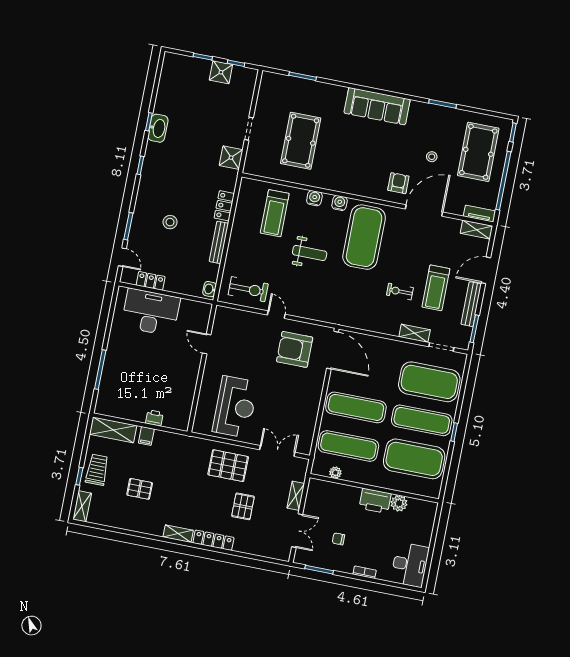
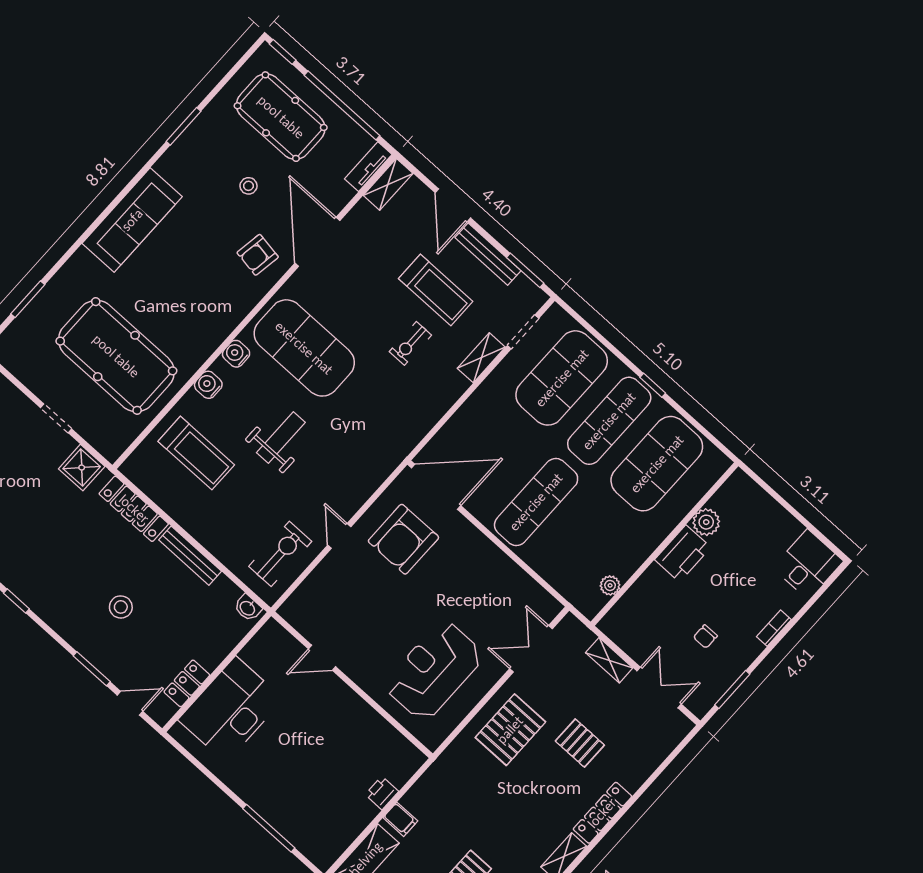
pool table: (301, 141) -> (116, 356), width x1.36, depth x1.32
armchair: (398, 183) -> (258, 255), turned -81
locker: (224, 206) -> (134, 509), width x1.53
door: (276, 315) -> (339, 536), hinge flipped
reception desk: (235, 407) -> (434, 671), turned -90
exercise mat: (348, 446) -> (584, 545), removed
desk: (410, 565) -> (808, 564), width x0.73

